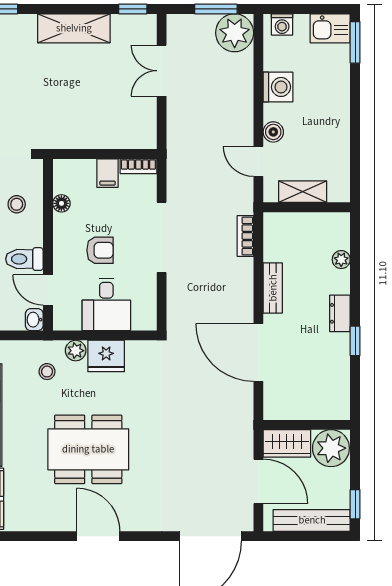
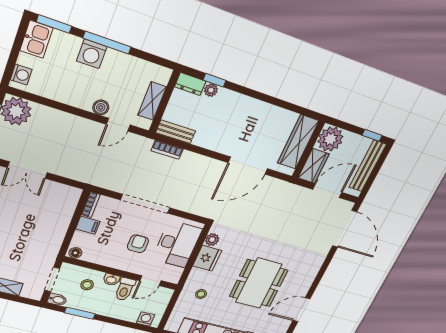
washing machine: (278, 87) -> (92, 54), moved, turned 180
window: (355, 111) -> (107, 43), added
floor lamp: (61, 203) -> (75, 253), moved
bench: (273, 288) -> (176, 132), moved
desk: (106, 304) -> (177, 244), width x1.37
dresser: (340, 313) -> (190, 84), moved
washbasin: (34, 320) -> (111, 280), moved
window: (355, 341) -> (215, 80), moved
plant: (76, 351) -> (212, 240), moved
wardrobe: (313, 405) -> (298, 142), added
door: (98, 536) -> (301, 310), moved

